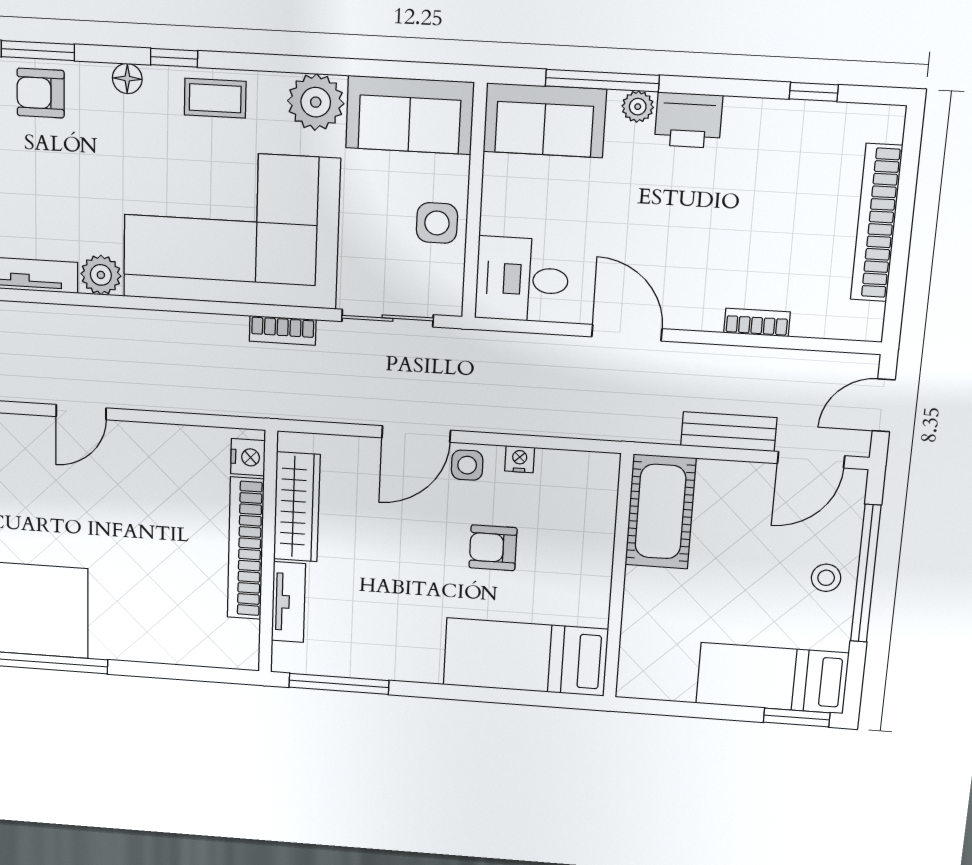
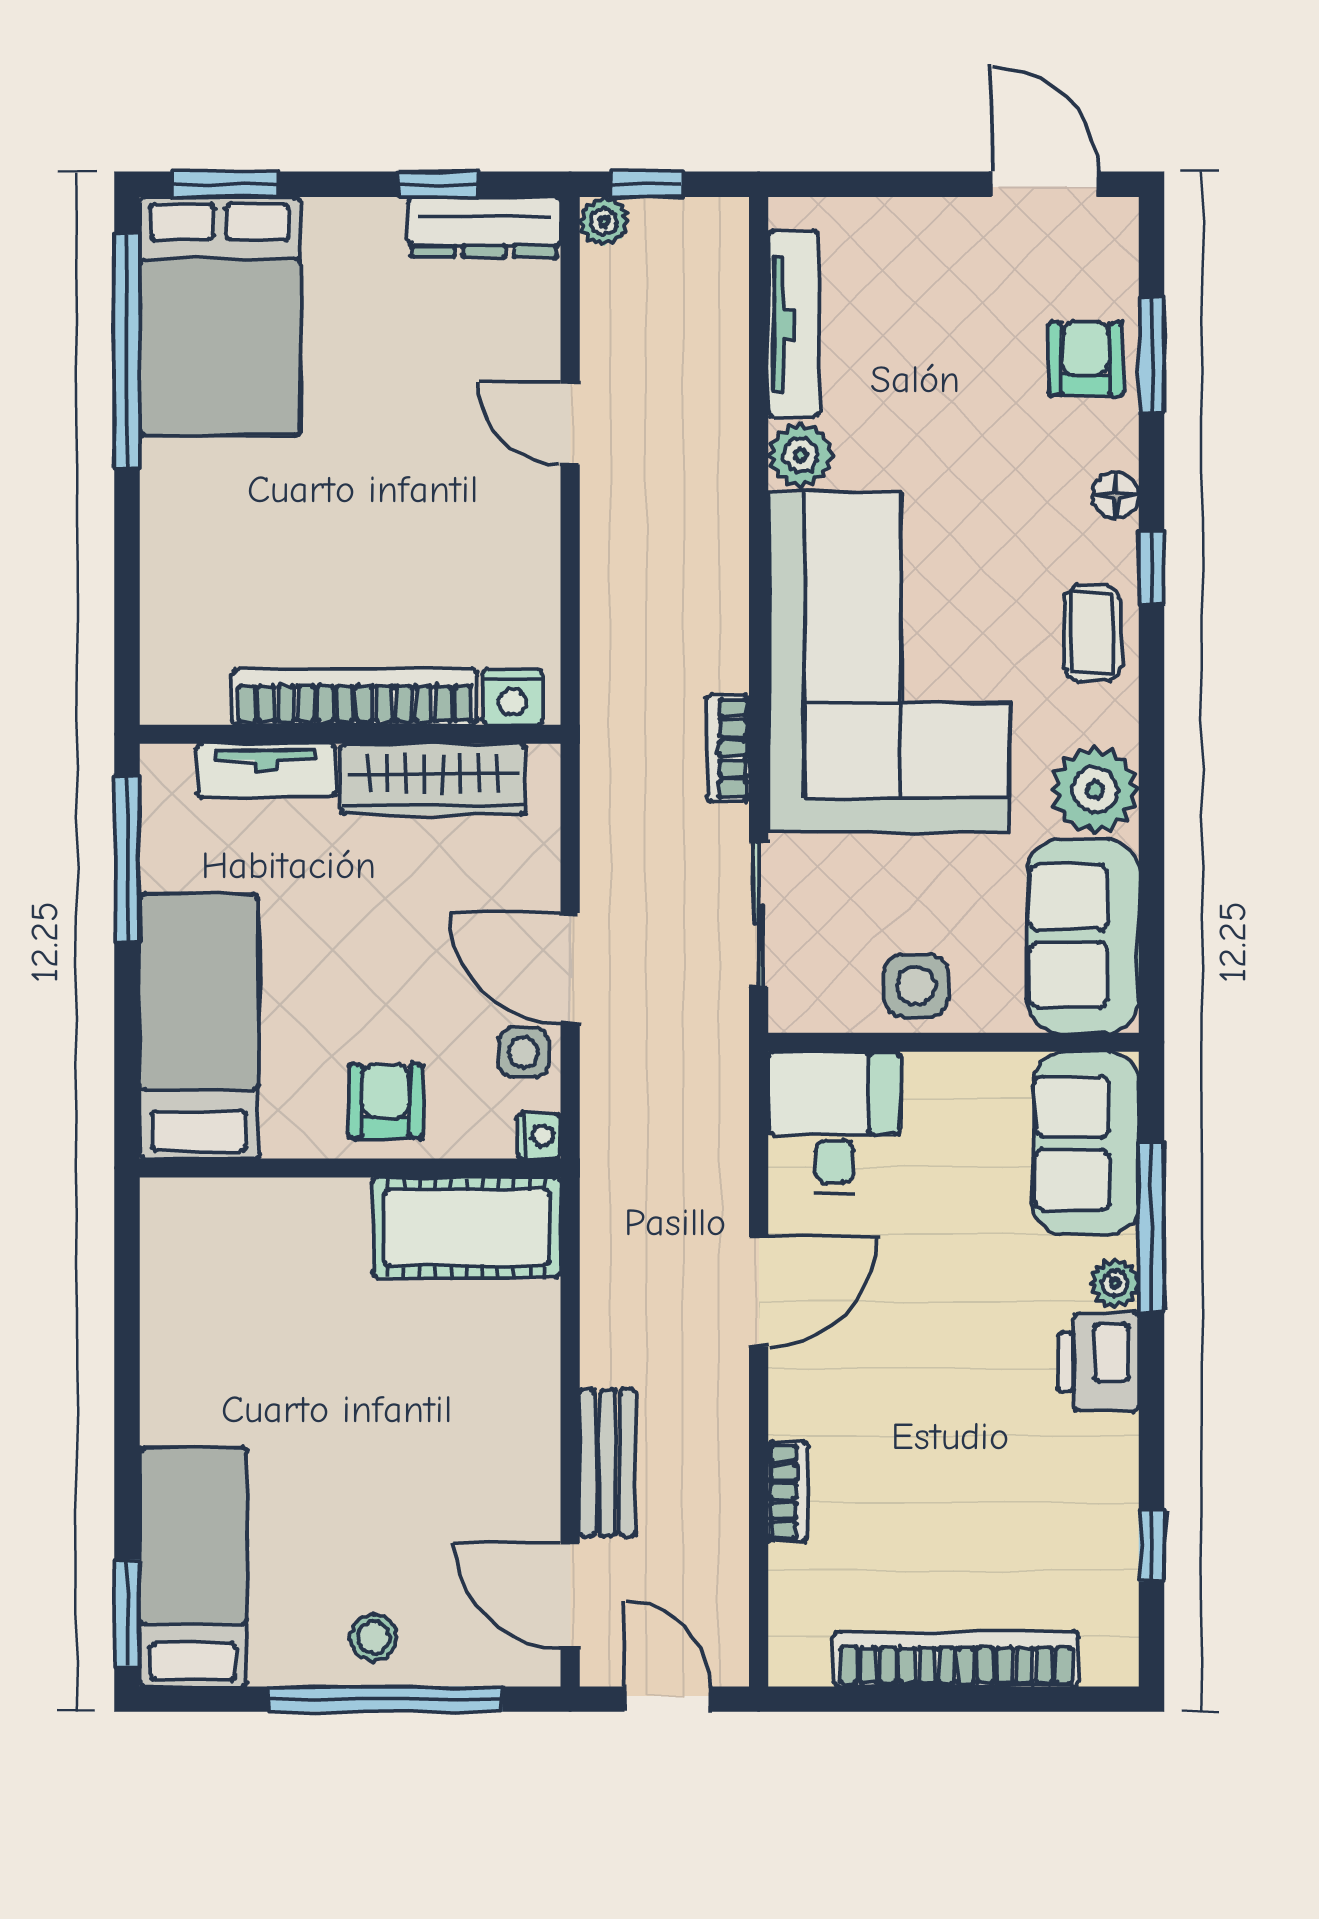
cot: (660, 512) -> (467, 1227), moved
wall: (618, 577) -> (350, 1168), moved
bed: (525, 657) -> (199, 1026), moved

